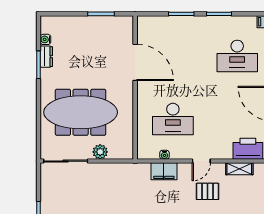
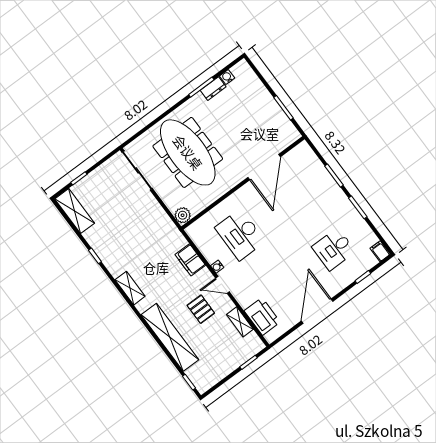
desk: (237, 56) -> (334, 249), width x0.73
plant: (100, 152) -> (183, 215), moved
water cooler: (164, 155) -> (217, 267), moved

